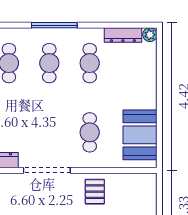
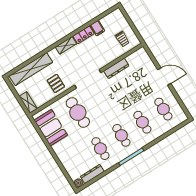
cafe table: (90, 132) -> (78, 113), width x1.37, depth x1.35
shelving: (149, 189) -> (28, 102), added

